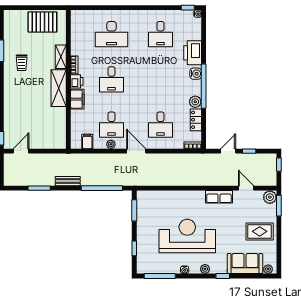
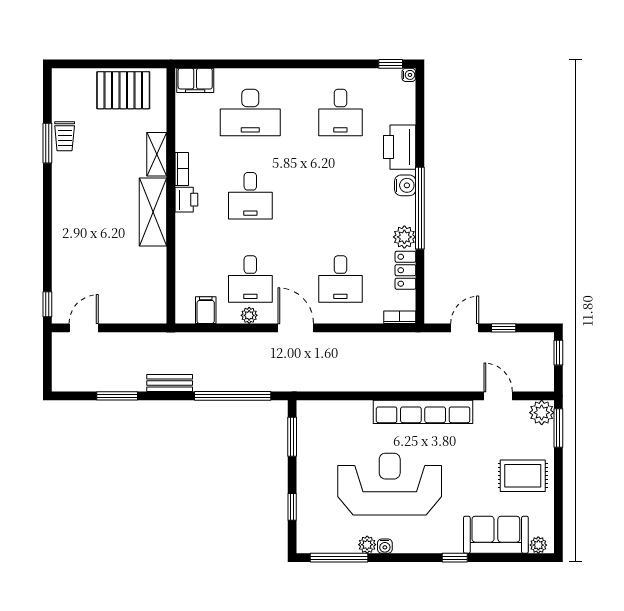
trolley: (22, 63) -> (65, 136), moved
filing cabinet: (77, 99) -> (195, 80), moved, turned 90
row of seats: (219, 197) -> (423, 412), width x2.02
plant: (205, 269) -> (367, 545), moved

